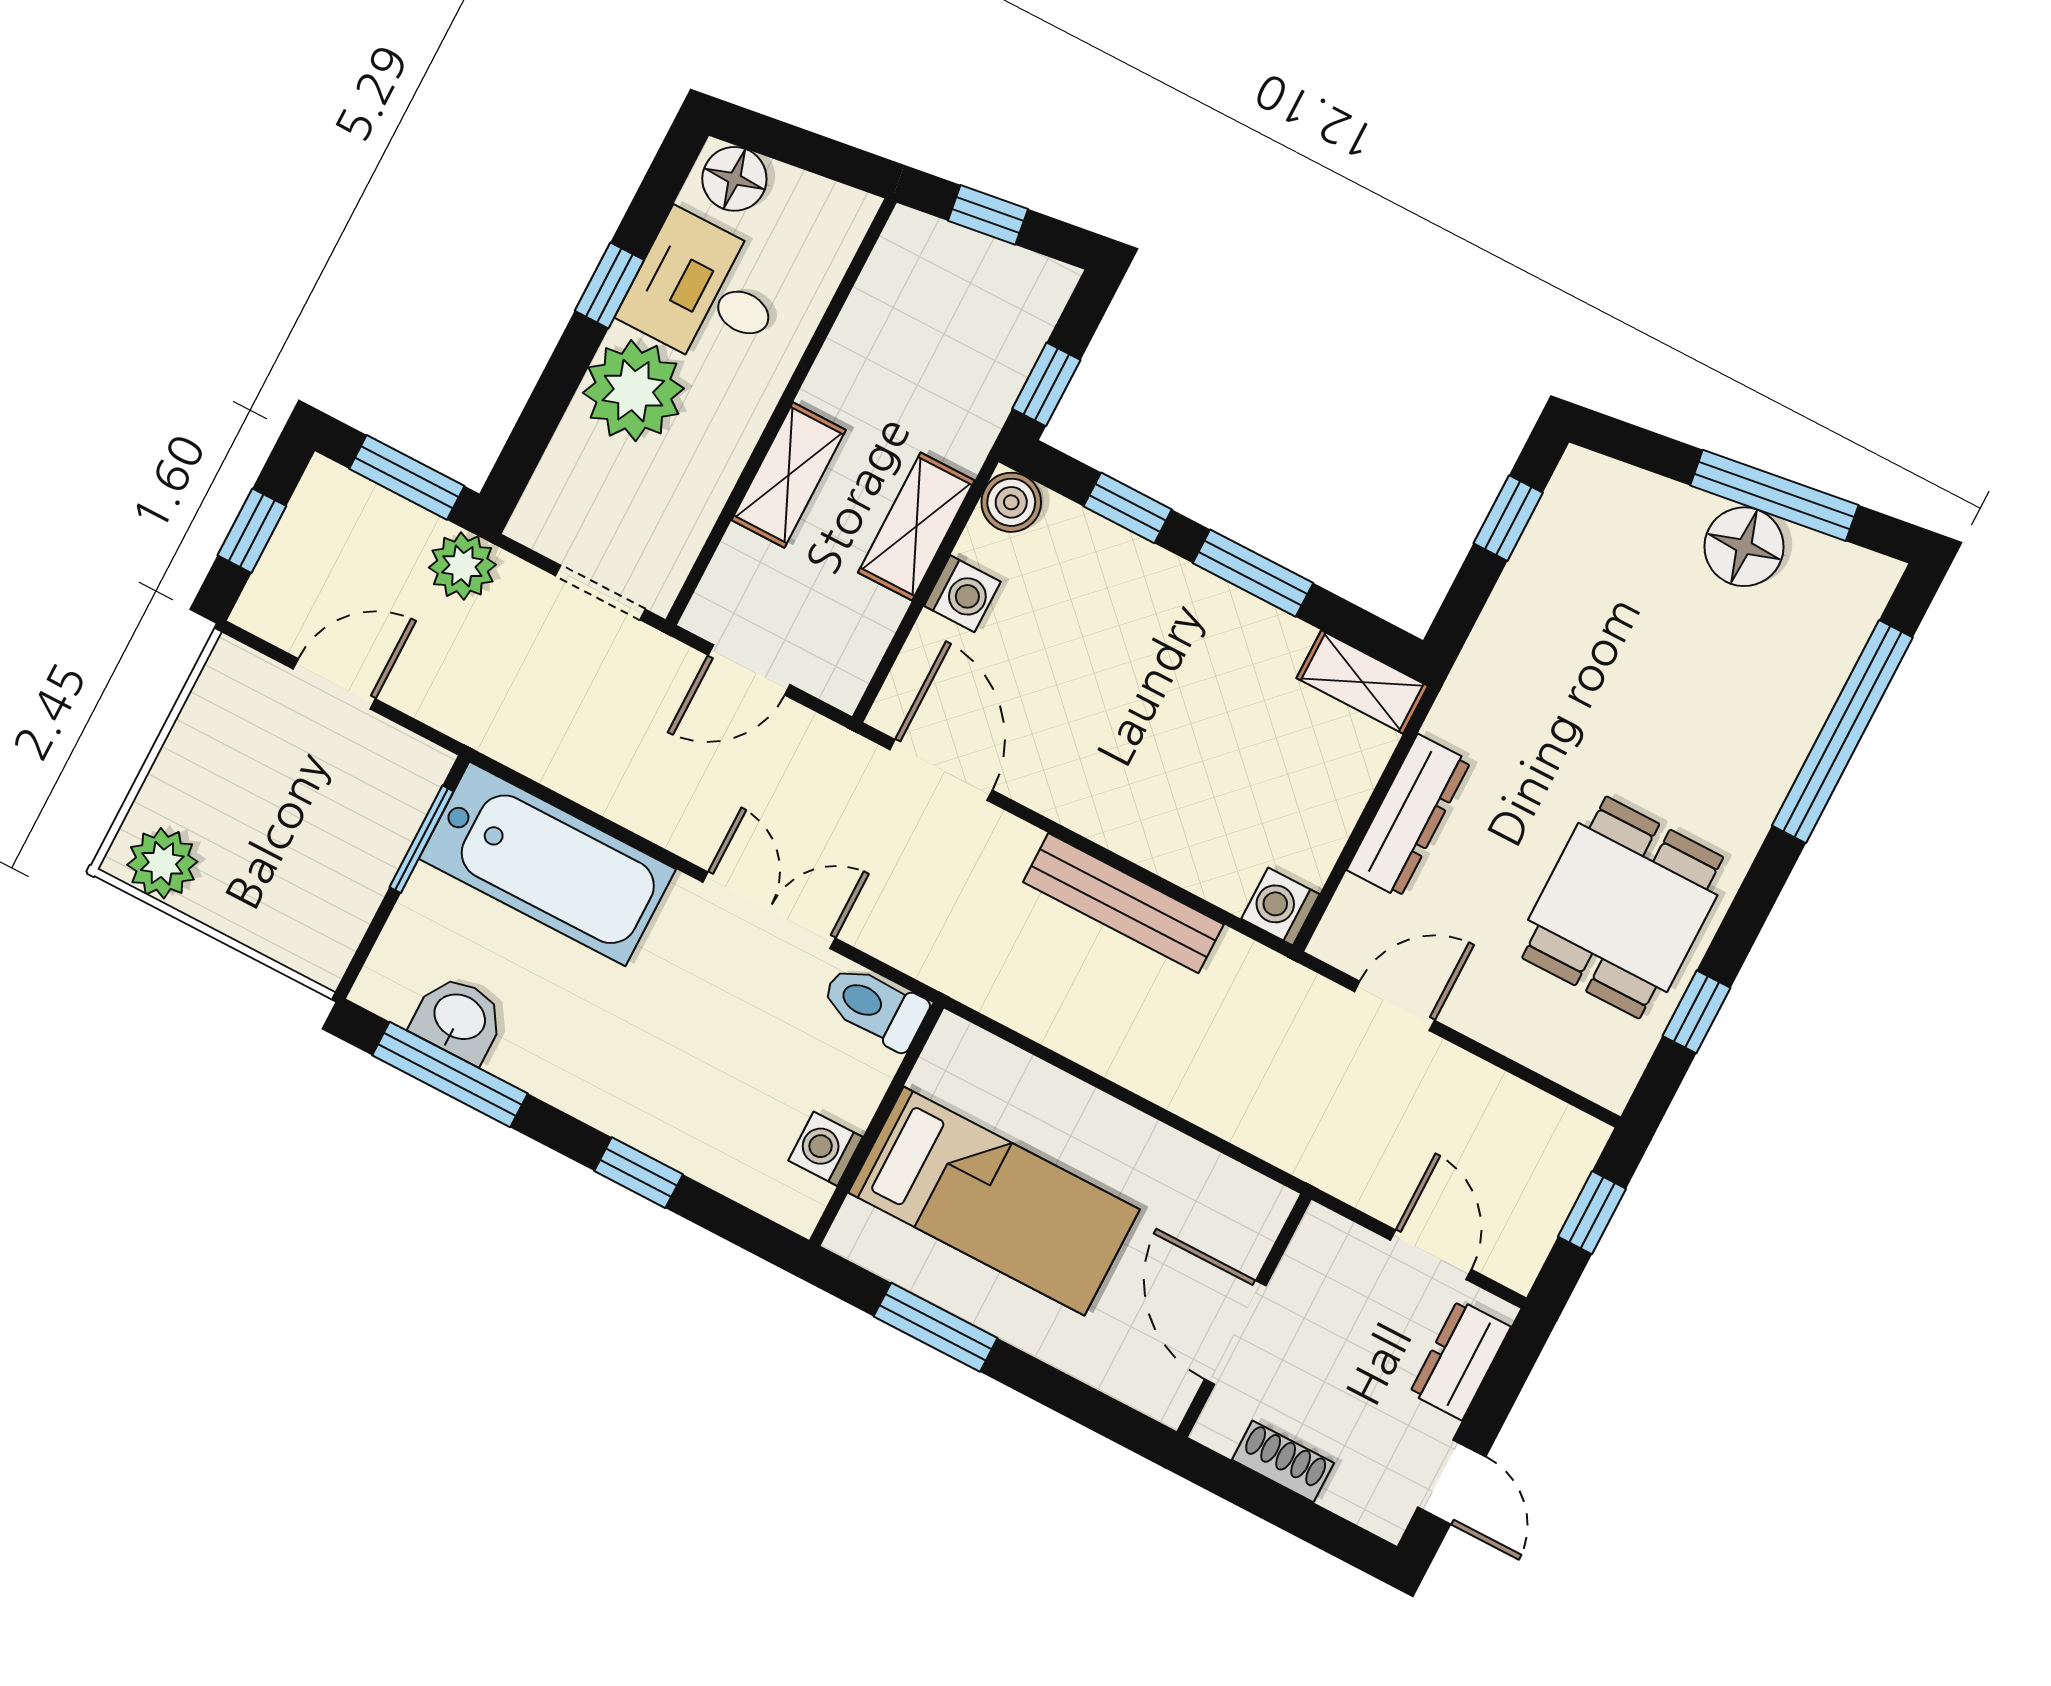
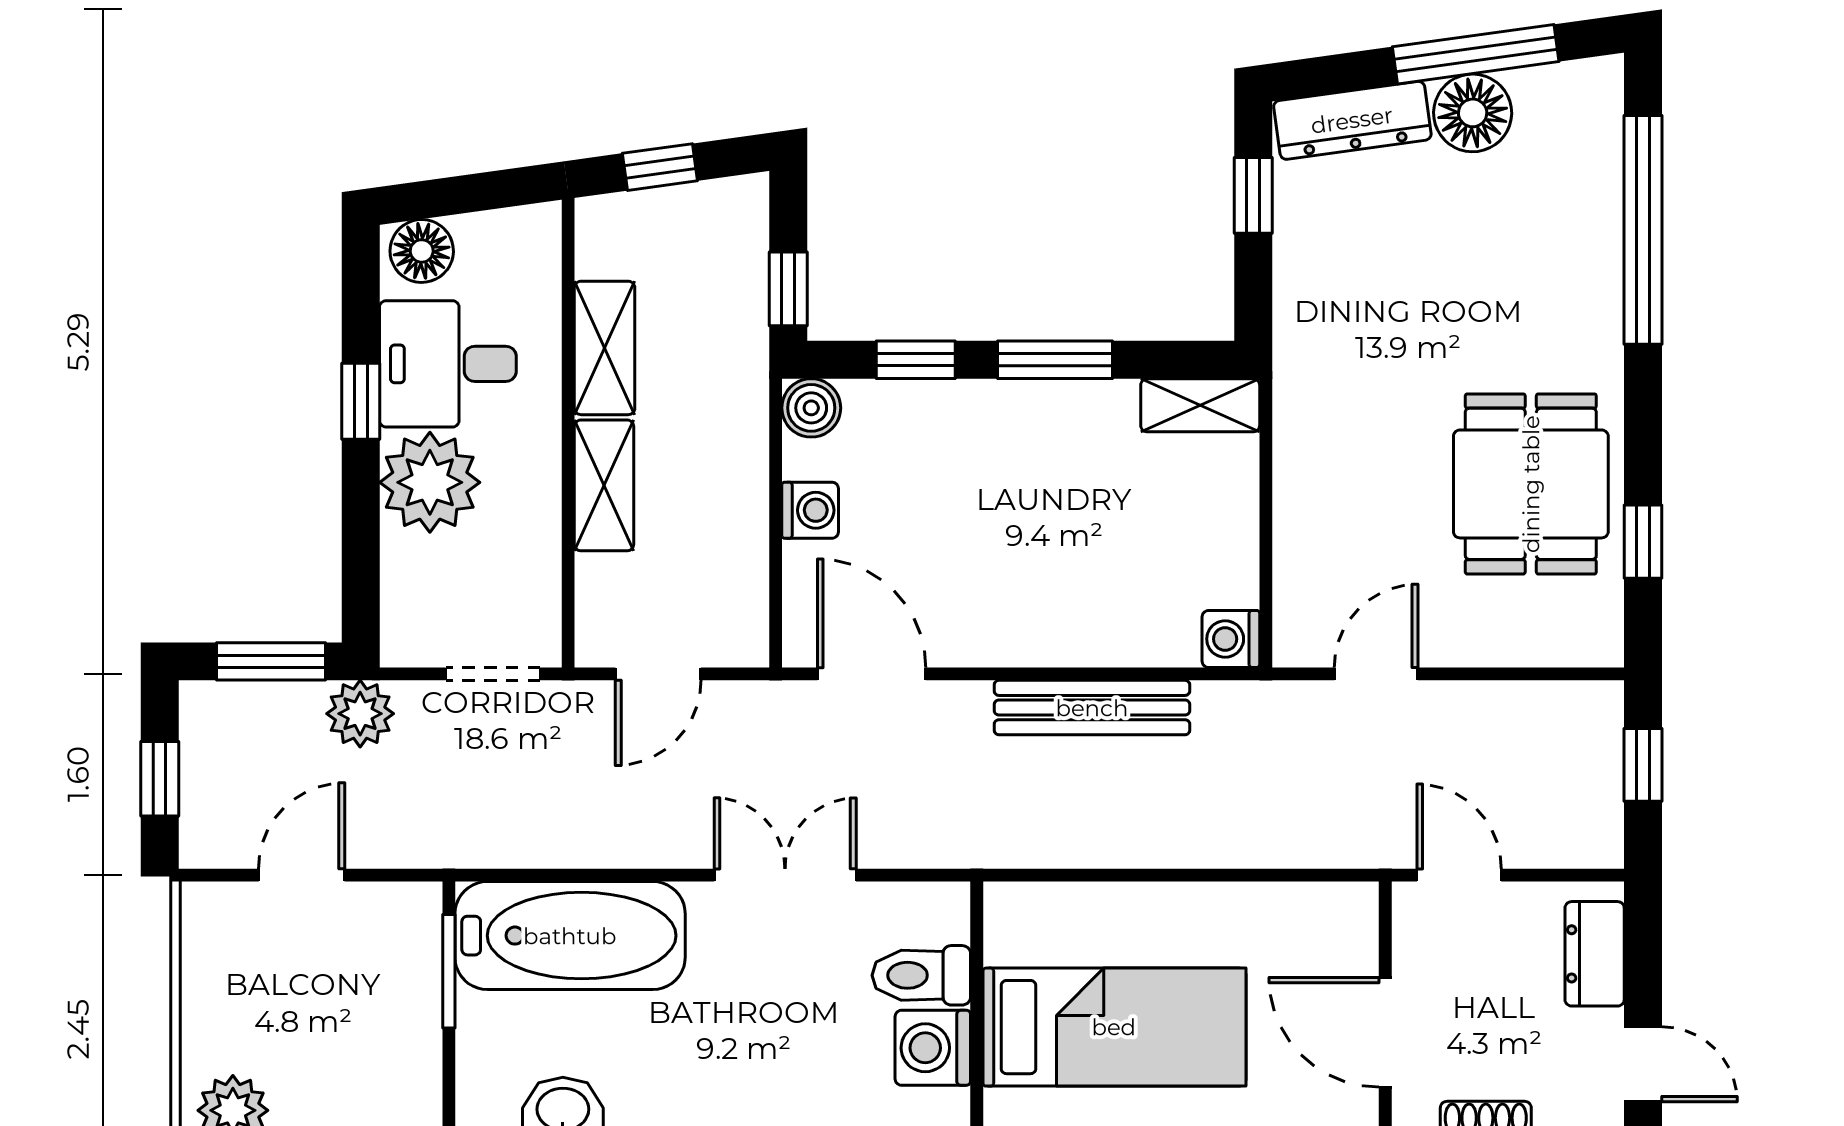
shelving: (916, 526) -> (605, 348), moved
dresser: (1409, 816) -> (1352, 120), moved, turned 82
toilet: (875, 1006) -> (921, 975), moved
washing machine: (825, 1149) -> (933, 1048), width x1.38, depth x1.38
door: (1431, 1255) -> (1459, 875), moved

